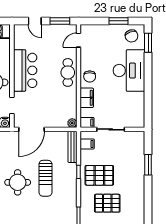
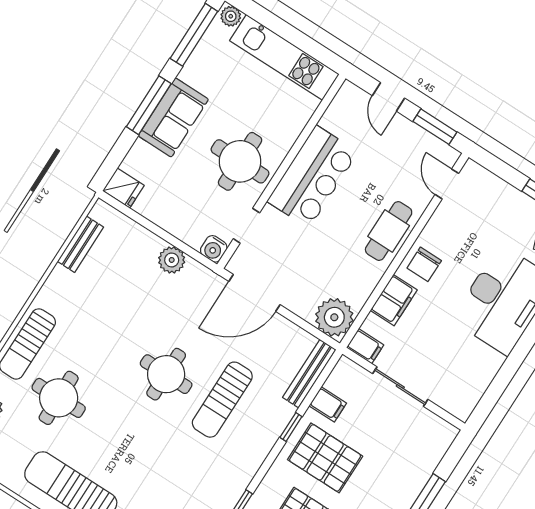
door: (79, 40) -> (447, 184), hinge flipped
plant: (72, 123) -> (334, 317), width x1.87, depth x1.87
filing cabinet: (87, 144) -> (328, 404), moved

